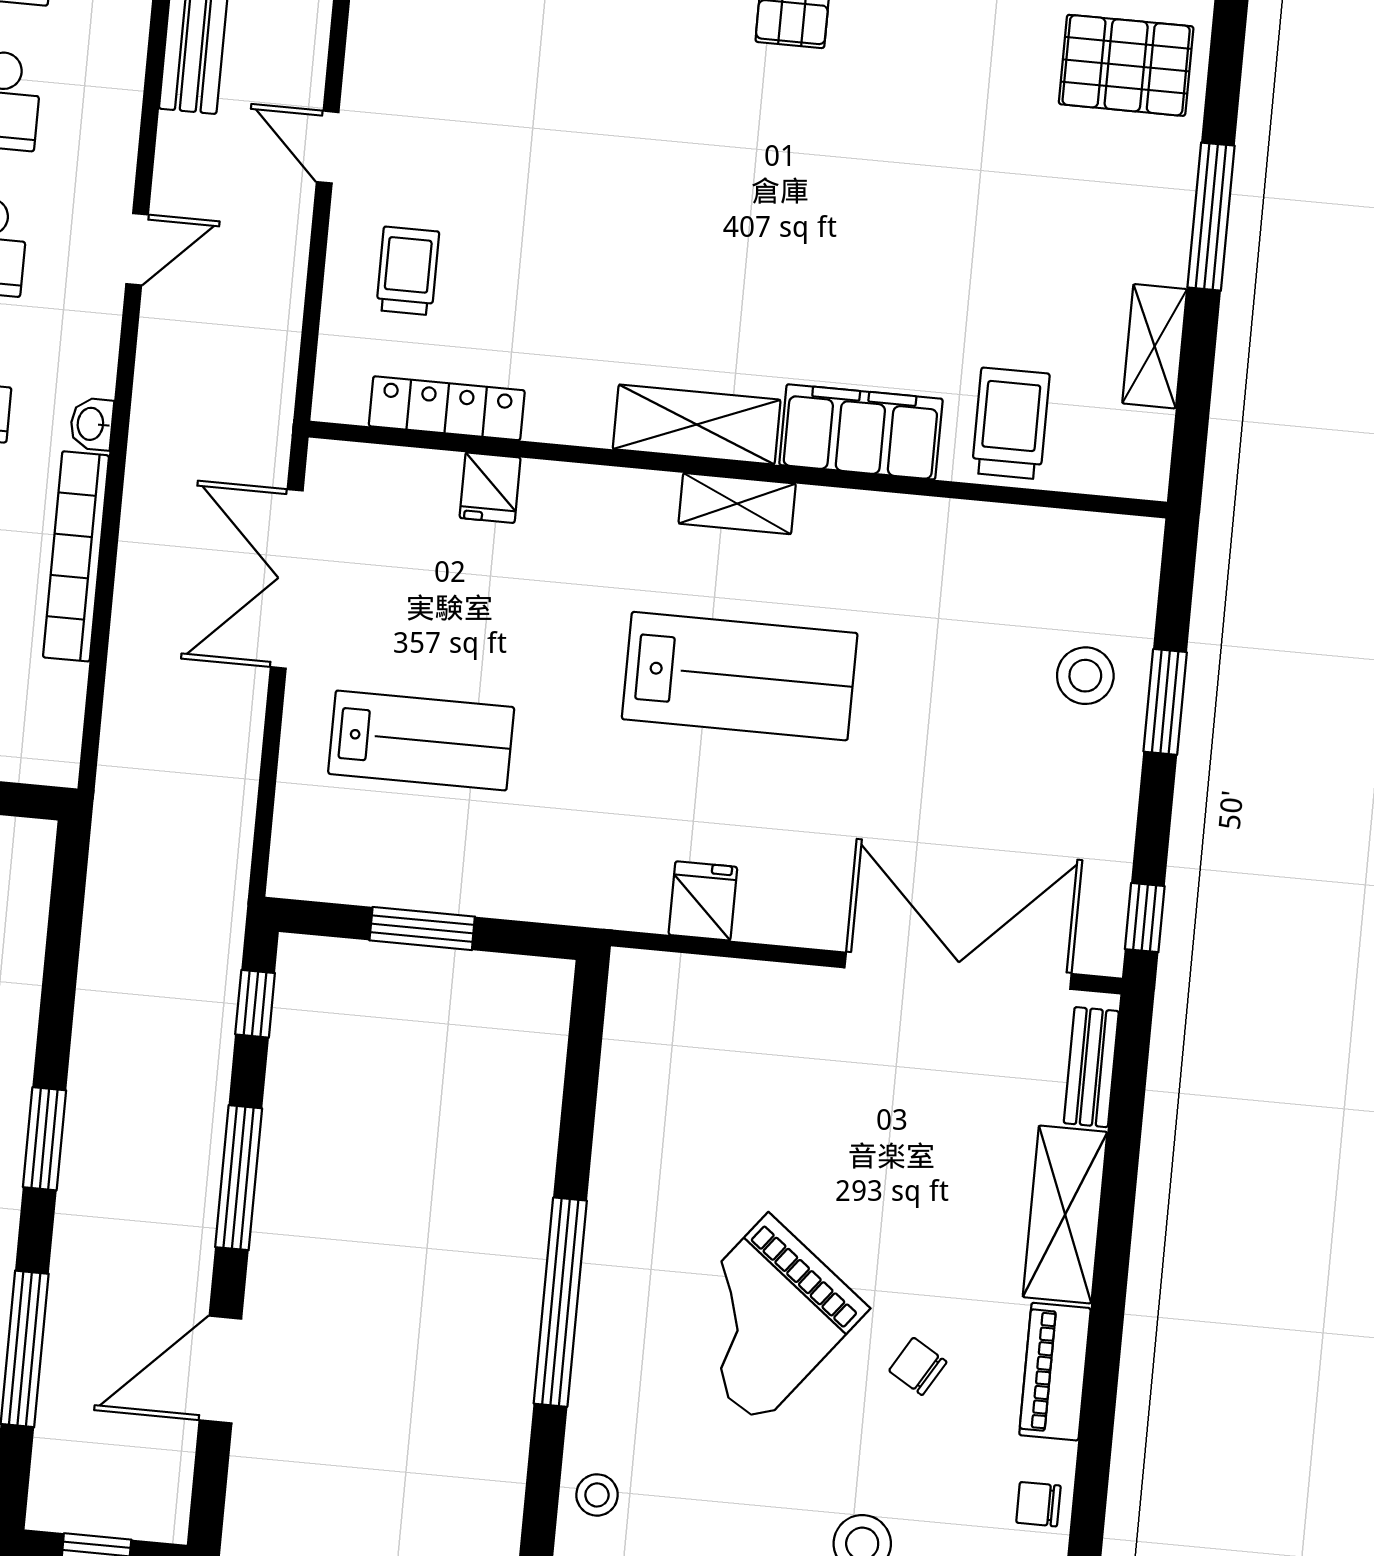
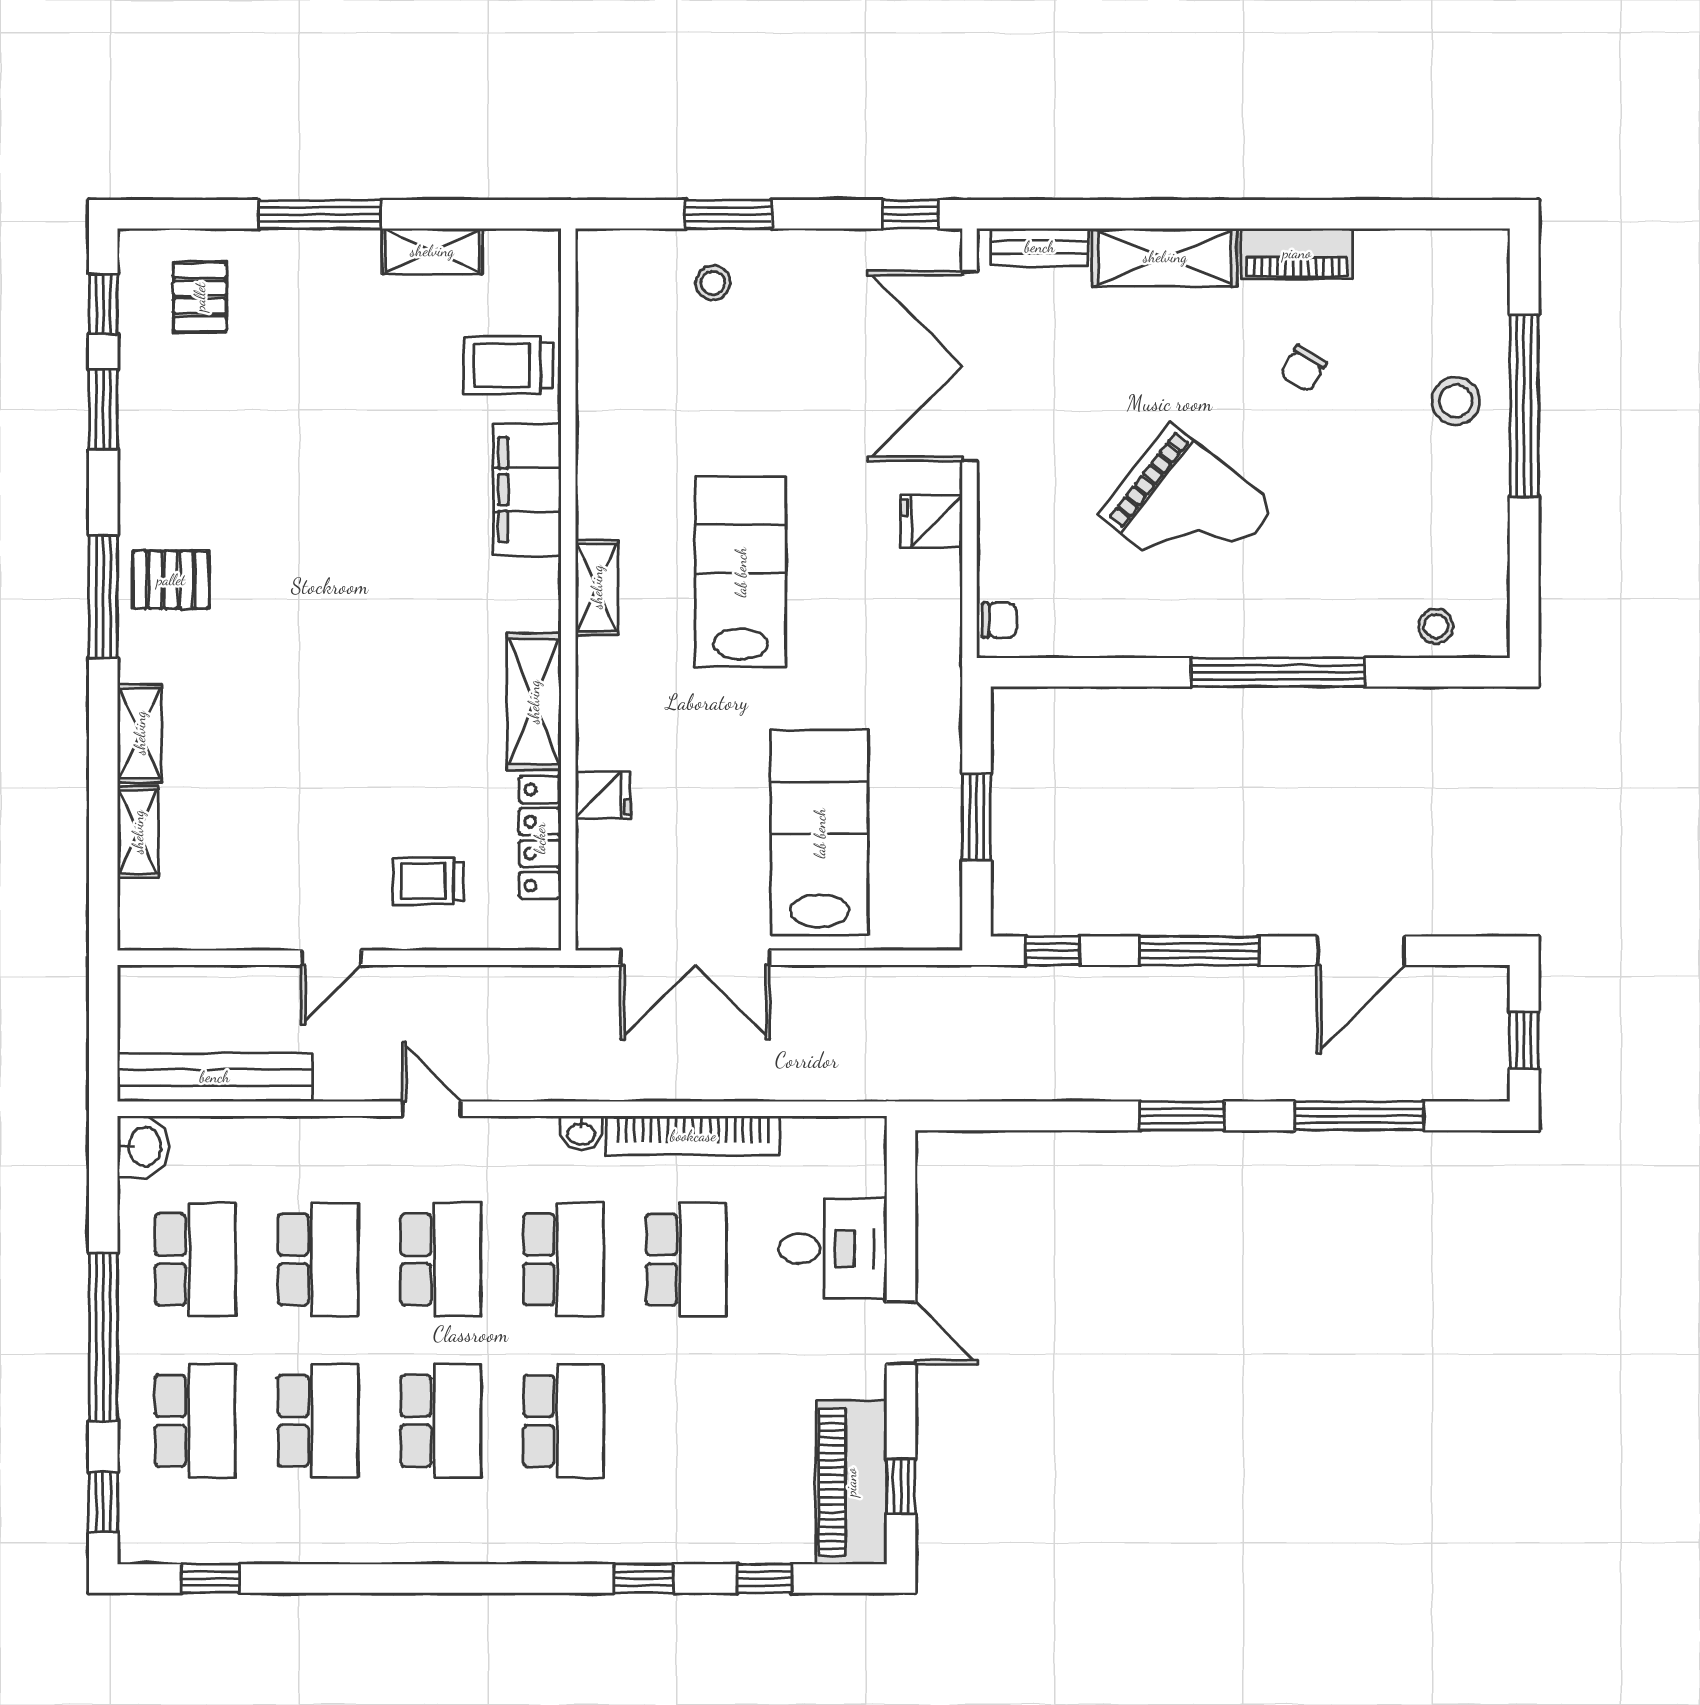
pallet: (1126, 65) -> (200, 297), width x0.67, depth x0.71
shelving: (697, 424) -> (534, 702), moved
stool: (1085, 676) -> (713, 283), width x0.73, depth x0.73
lab bench: (421, 740) -> (820, 833), width x1.36, depth x1.39
fridge: (703, 901) -> (931, 521), moved
grand piano: (764, 1319) -> (1187, 510), moved
door: (220, 1369) -> (1361, 951), hinge flipped
chair: (1038, 1504) -> (999, 620), moved, turned -90

